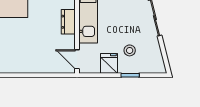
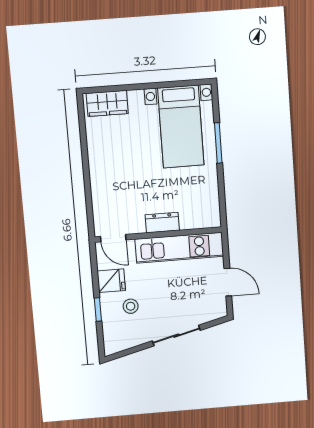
door: (77, 59) -> (113, 238), swing flipped

